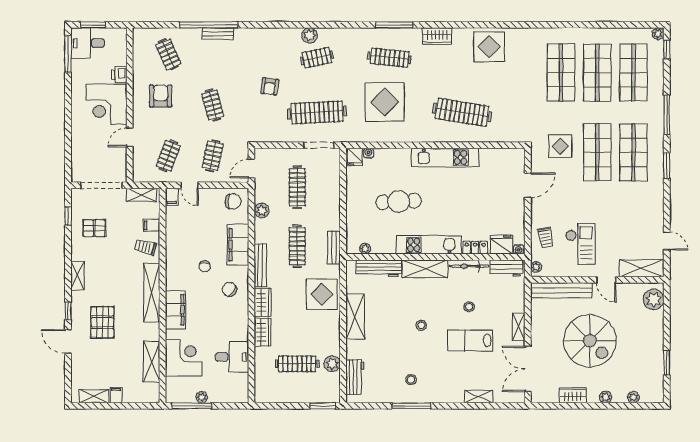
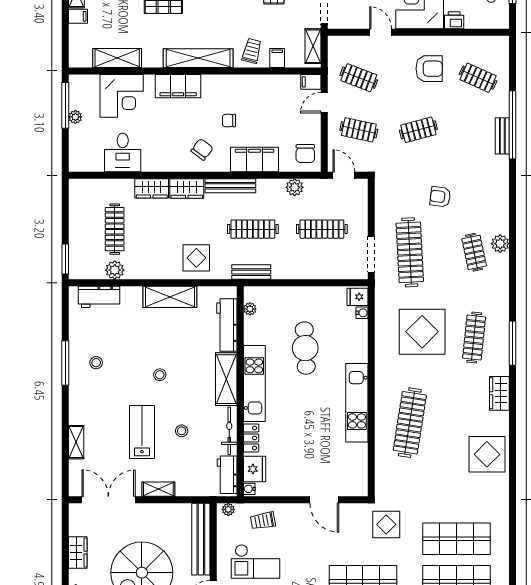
clothes rail: (168, 54) -> (478, 78), turned 48
display table: (560, 146) -> (386, 524), moved
display table: (322, 294) -> (196, 258), width x0.73, depth x0.73

